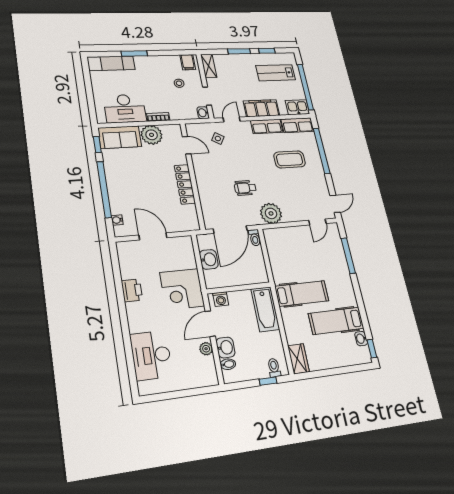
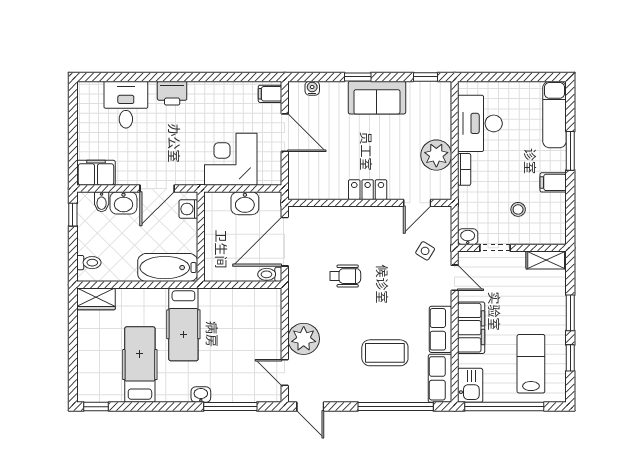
filing cabinet: (188, 62) -> (553, 182), moved
sofa: (120, 137) -> (377, 98), moved, turned -90
coffee table: (290, 159) -> (385, 353), turned 90
locker: (185, 184) -> (368, 190), width x0.66
wheelchair: (245, 188) -> (345, 276), turned 90
window: (104, 189) -> (358, 77), width x0.32
plant: (271, 213) -> (304, 339), moved
door: (230, 230) -> (285, 242), hinge flipped
door: (153, 236) -> (285, 133), hinge flipped
filing cabinet: (126, 249) -> (270, 94), added
corner desk: (182, 289) -> (231, 159), moved
printer: (132, 290) -> (172, 93), moved
door: (210, 324) -> (157, 189), swing flipped
washbasin: (361, 339) -> (201, 395), moved
plant: (206, 349) -> (125, 177), removed
desk: (151, 355) -> (126, 105), width x0.73
filing cabinet: (207, 371) -> (96, 173), added
window: (268, 381) -> (73, 215), moved

